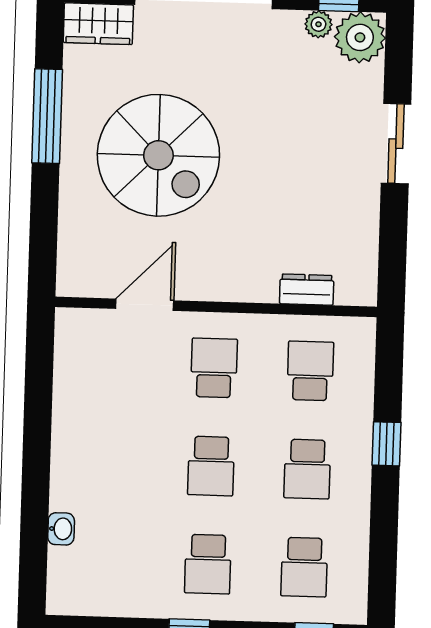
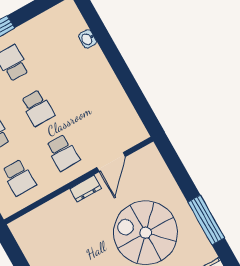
dresser: (307, 290) -> (86, 189), moved
school desk: (211, 466) -> (37, 108), turned 180

